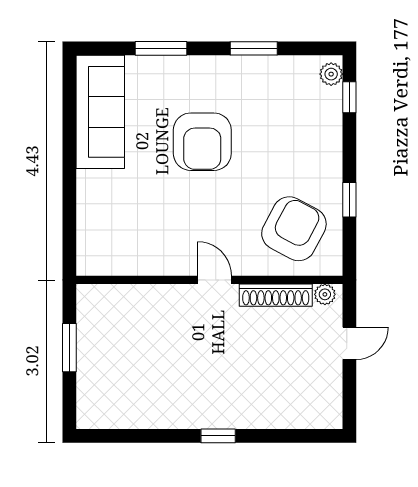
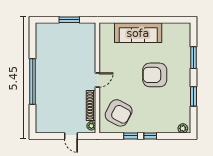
window: (349, 97) -> (150, 136), moved
sofa: (100, 112) -> (138, 33), moved
window: (218, 436) -> (33, 81), width x3.17

